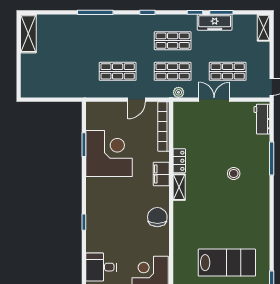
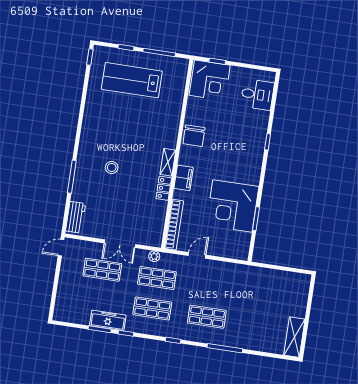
shelving: (264, 28) -> (60, 308), removed
shop shelf: (118, 71) -> (207, 317), moved

